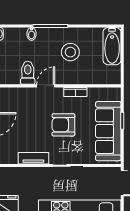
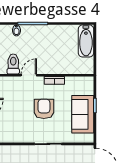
stool: (70, 52) -> (50, 46), removed
armchair: (63, 125) -> (44, 109), turned 90
sofa: (108, 131) -> (83, 114), width x0.73
tv unit: (33, 158) -> (18, 138), removed

